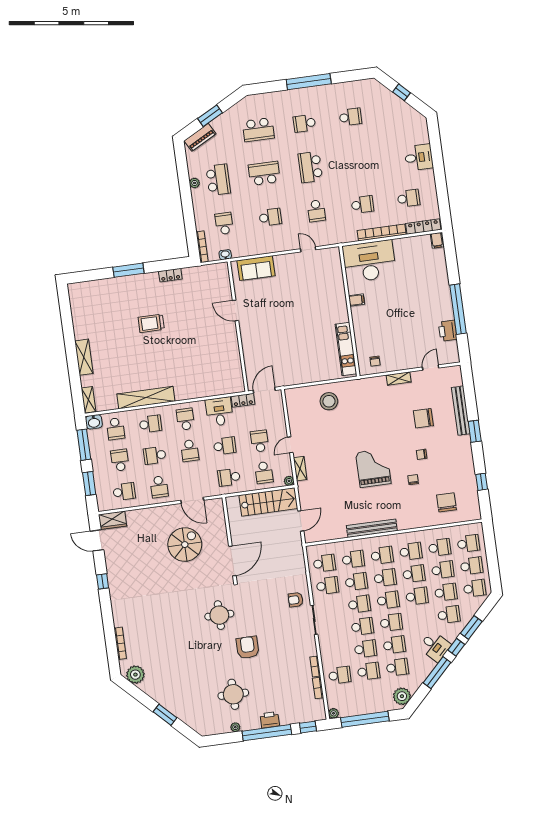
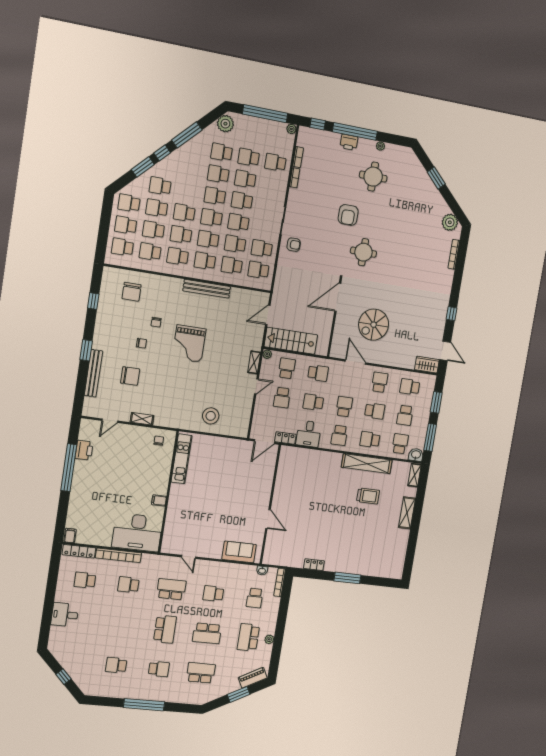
school desk: (316, 211) -> (171, 589), width x1.85
trolley: (151, 323) -> (368, 496), moved
desk: (435, 646) -> (182, 160), removed

